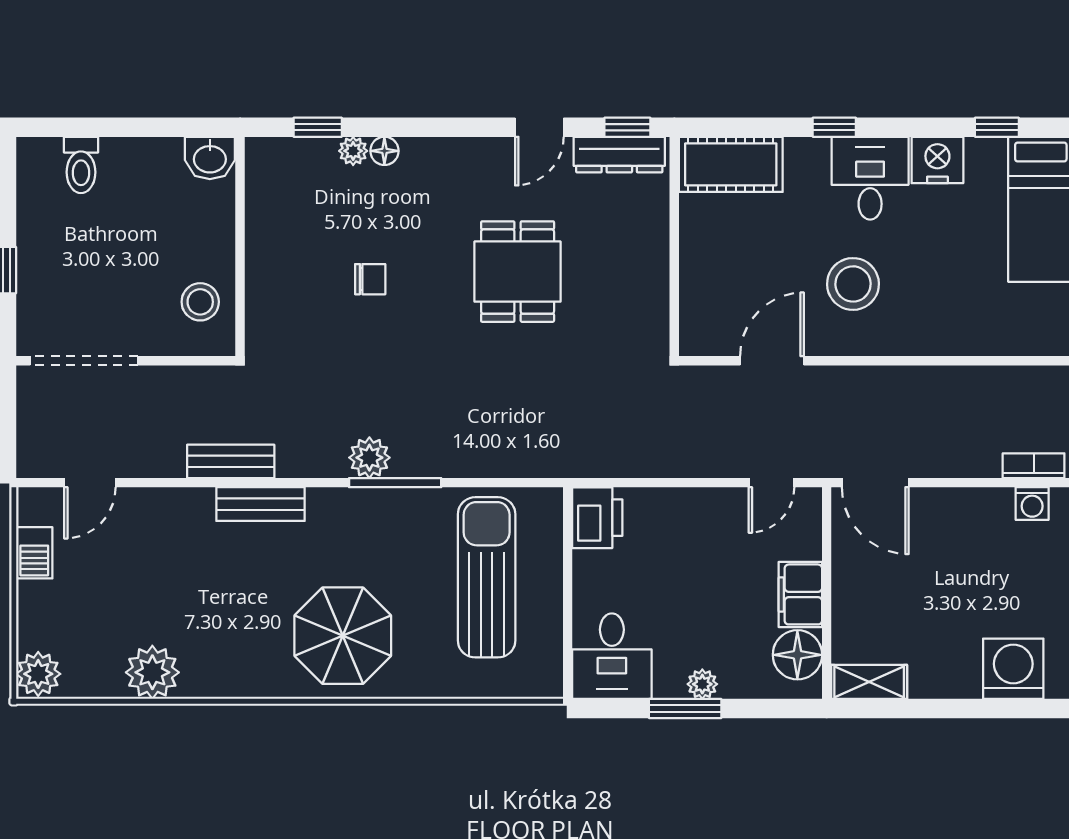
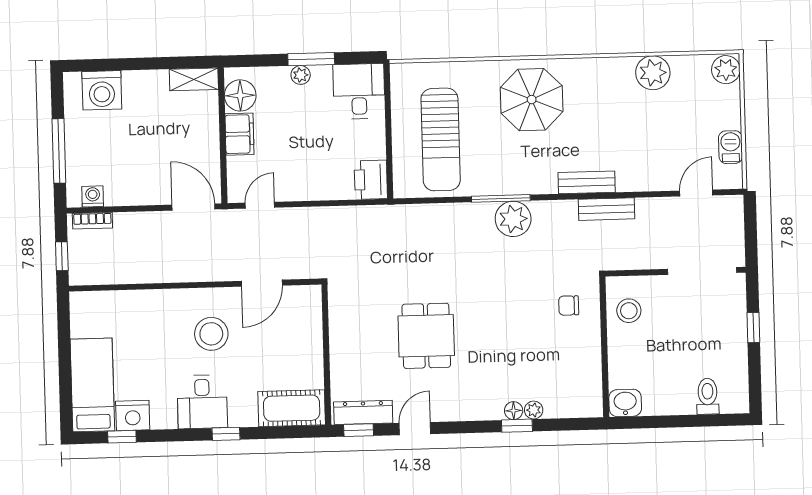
window: (318, 127) -> (517, 426), moved
nightstand: (937, 160) -> (133, 415), moved
chair: (370, 279) -> (569, 306), moved
plant: (369, 458) -> (513, 219), width x1.36, depth x1.36

